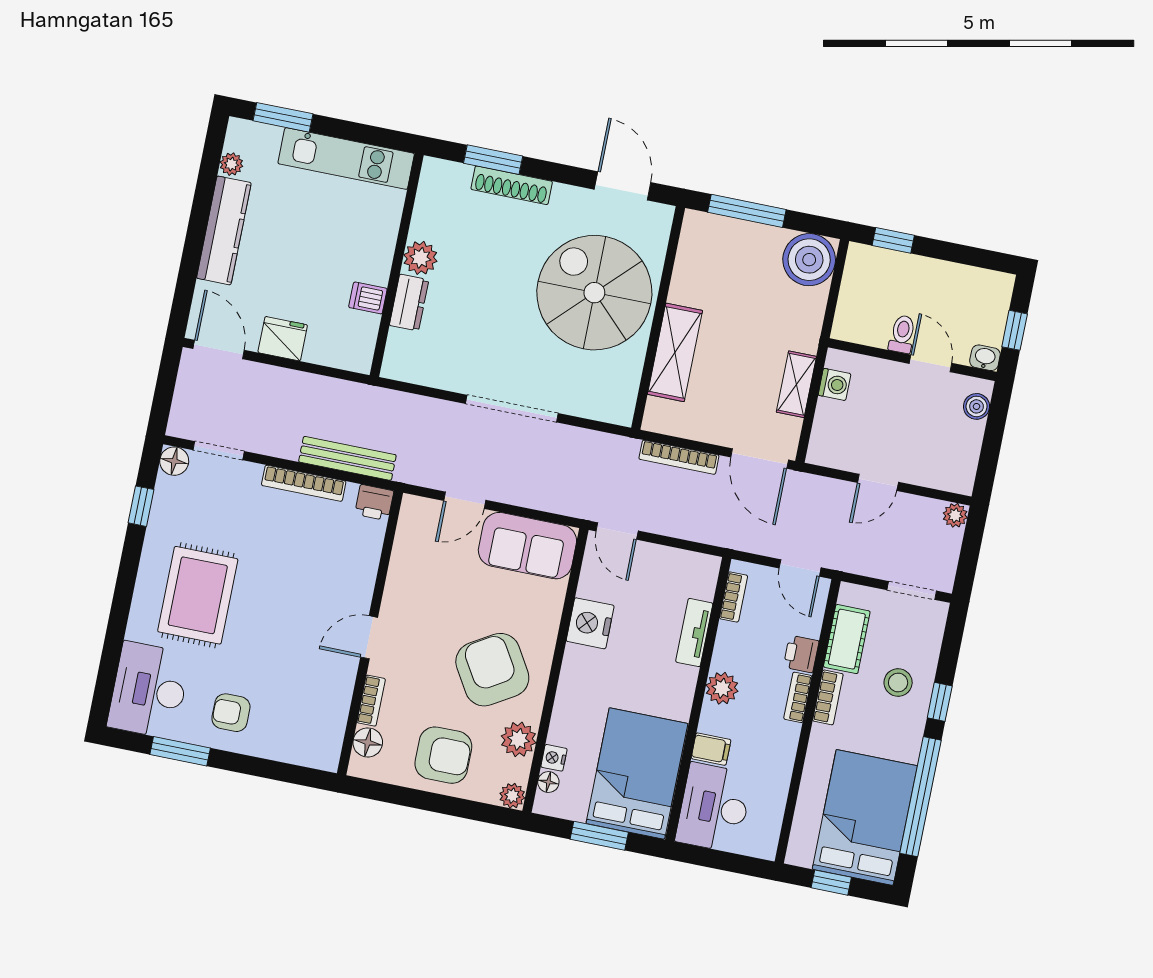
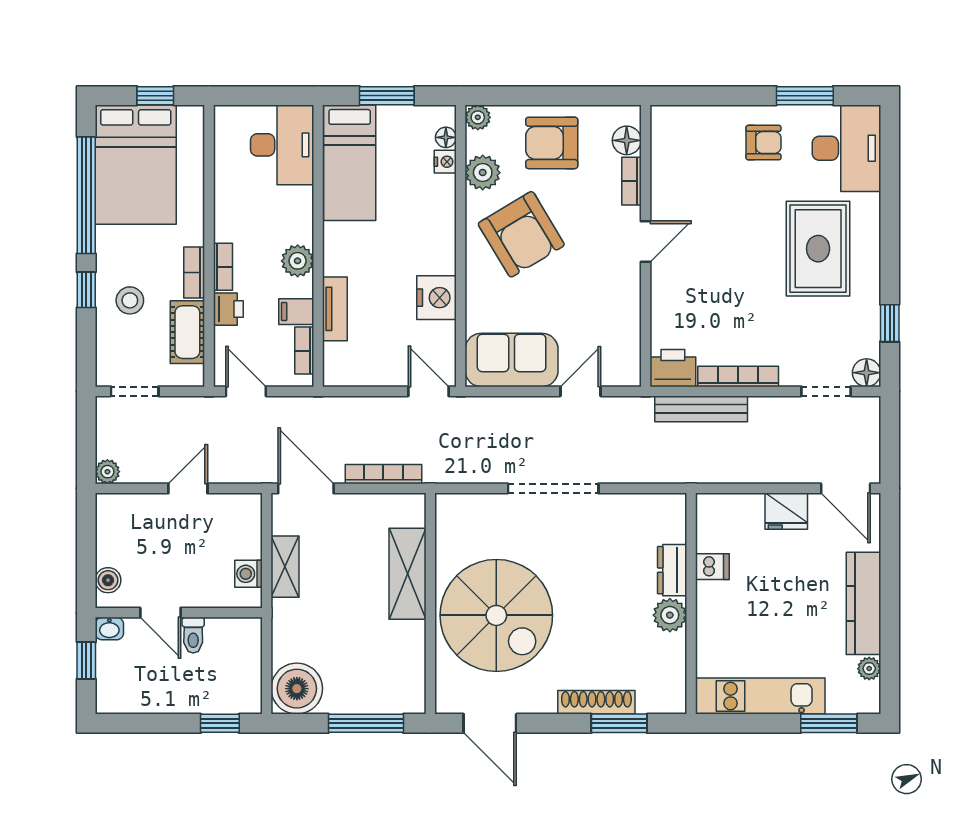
printer: (374, 503) -> (673, 368), width x1.36, depth x1.24
filing cabinet: (711, 749) -> (296, 312), moved
bed: (637, 773) -> (350, 163), width x0.67

